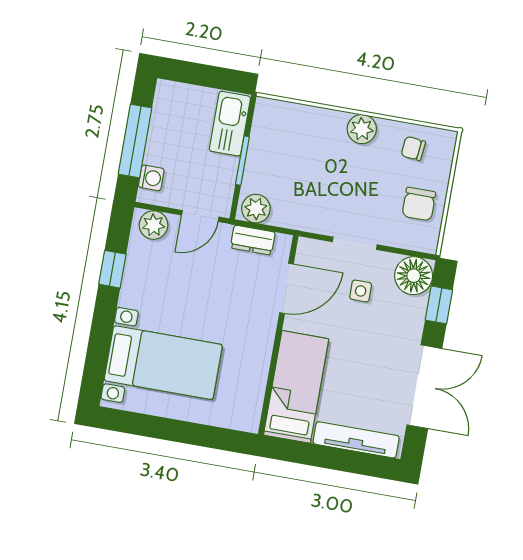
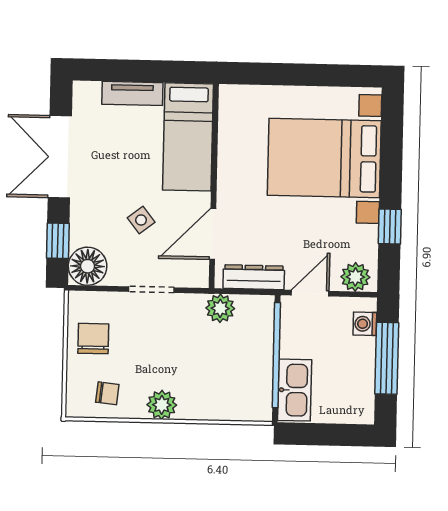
window: (242, 161) -> (276, 355), width x2.11
plant: (256, 209) -> (220, 308), moved
dresser: (253, 240) -> (254, 277), width x1.44
side table: (361, 291) -> (141, 220), moved, turned -38
bed with nightstands: (163, 363) -> (324, 158), width x1.36
tv unit: (356, 440) -> (132, 93), width x0.71

